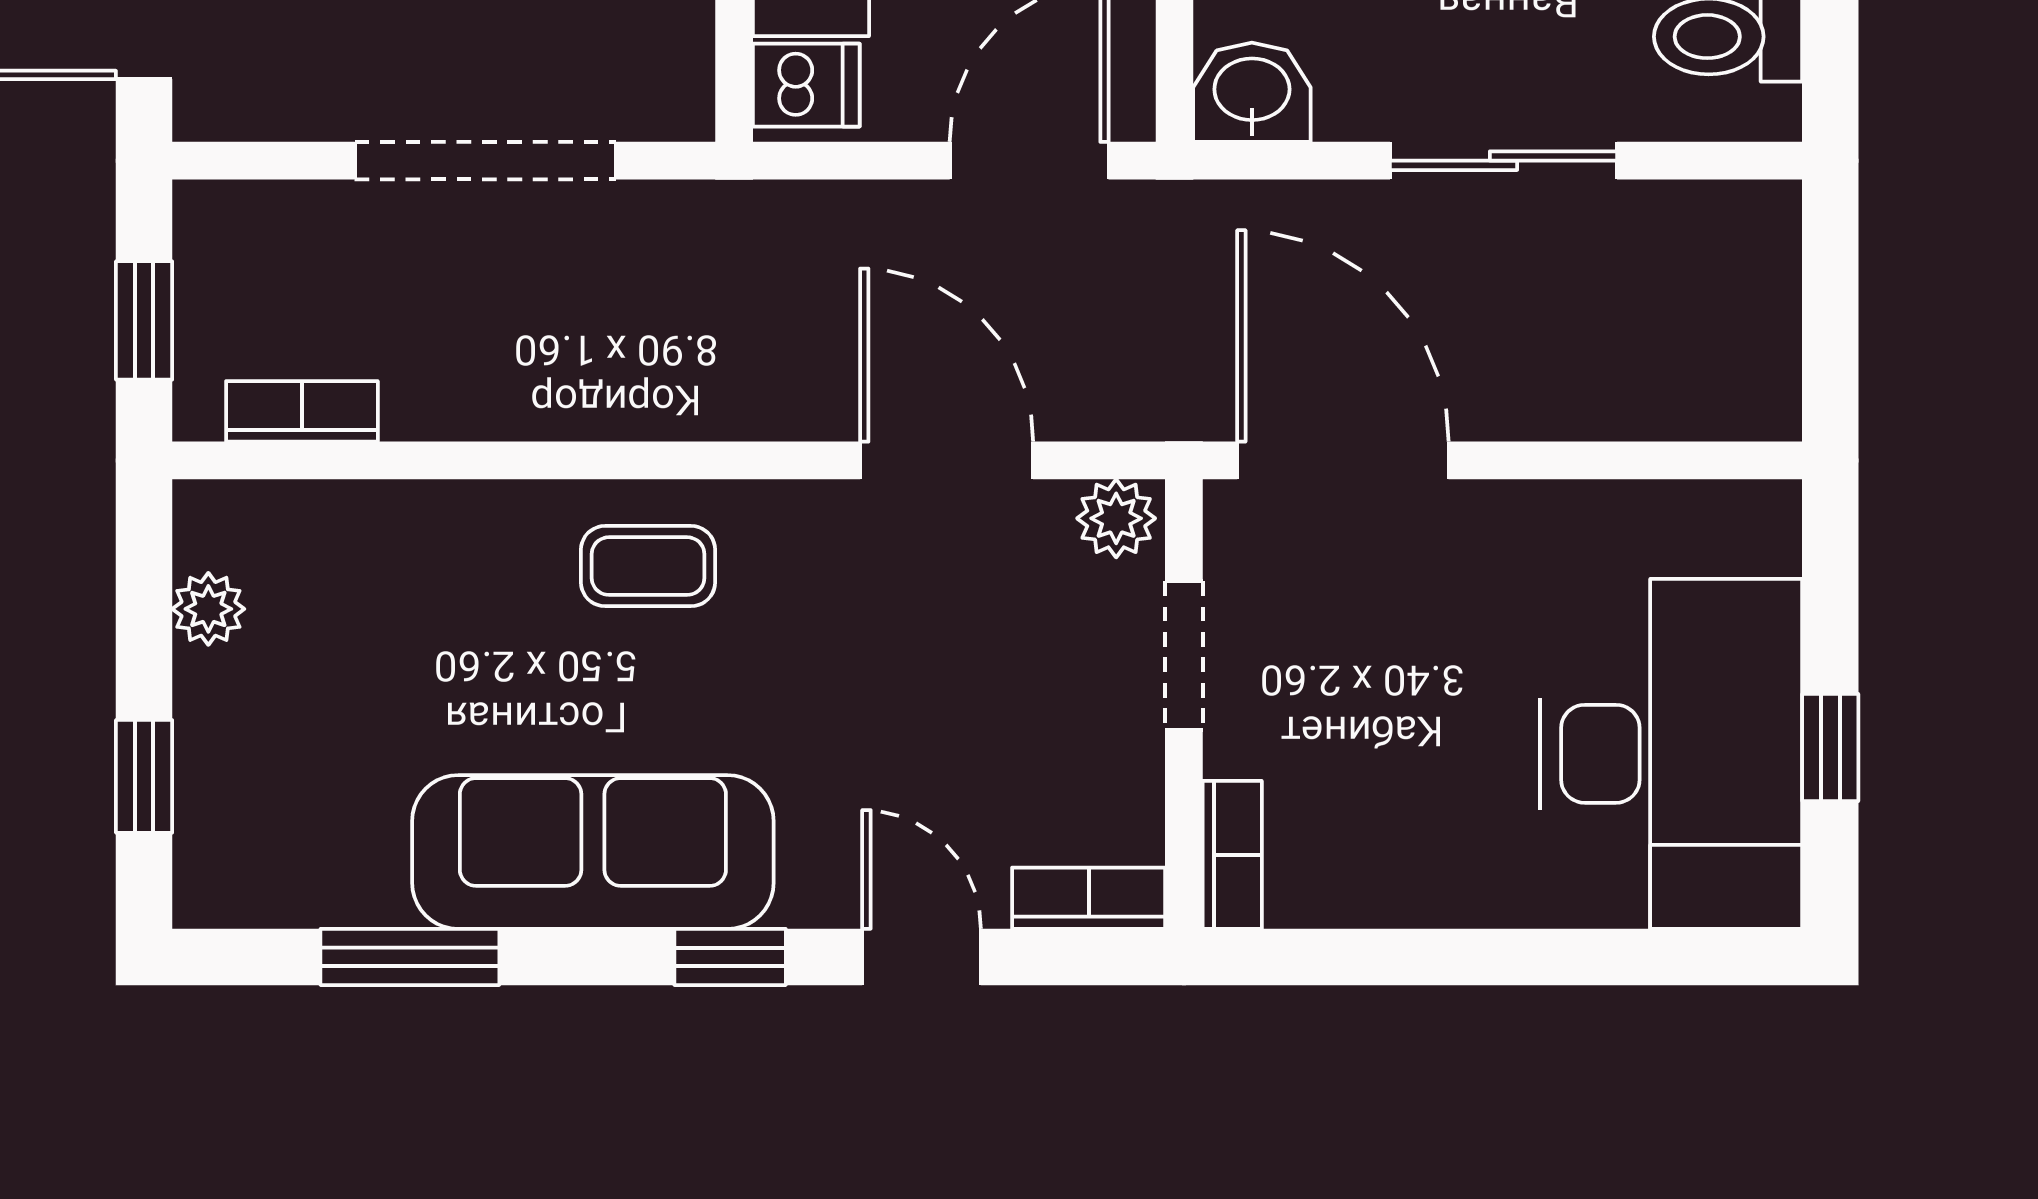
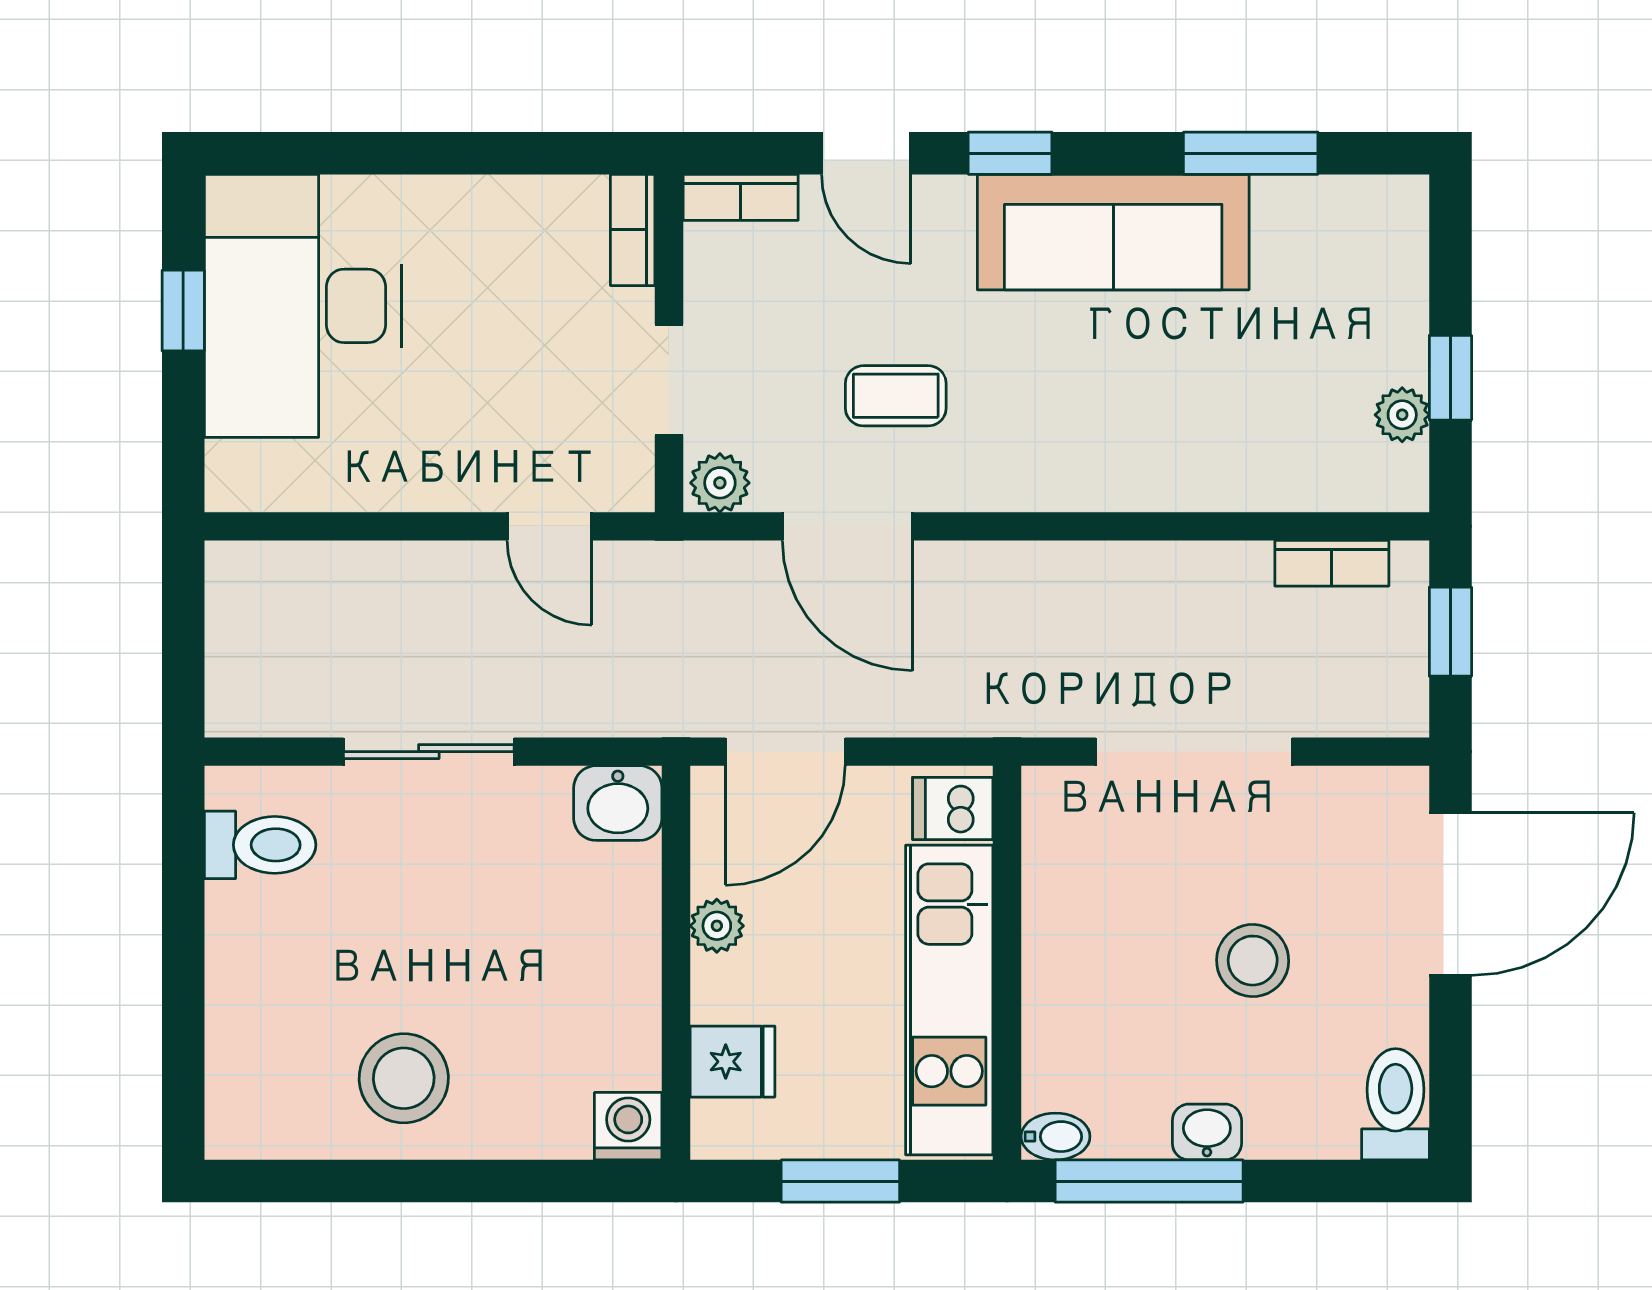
door: (1343, 460) -> (549, 526), width x0.53
coffee table: (648, 566) -> (896, 396), moved
window: (144, 776) -> (1450, 378), moved

